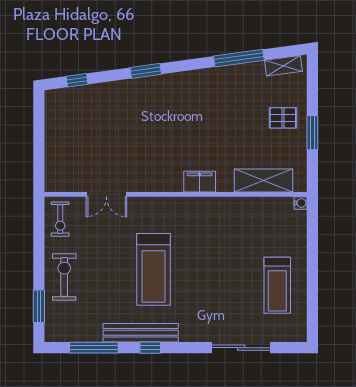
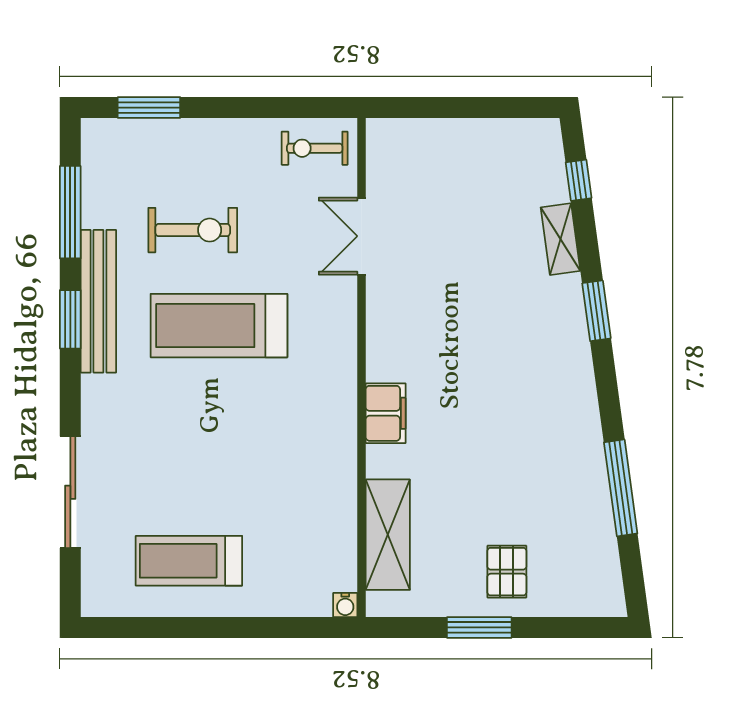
shelving: (283, 66) -> (561, 239), moved
exercise bike: (64, 277) -> (193, 230), moved
window: (150, 348) -> (70, 319), width x1.50

